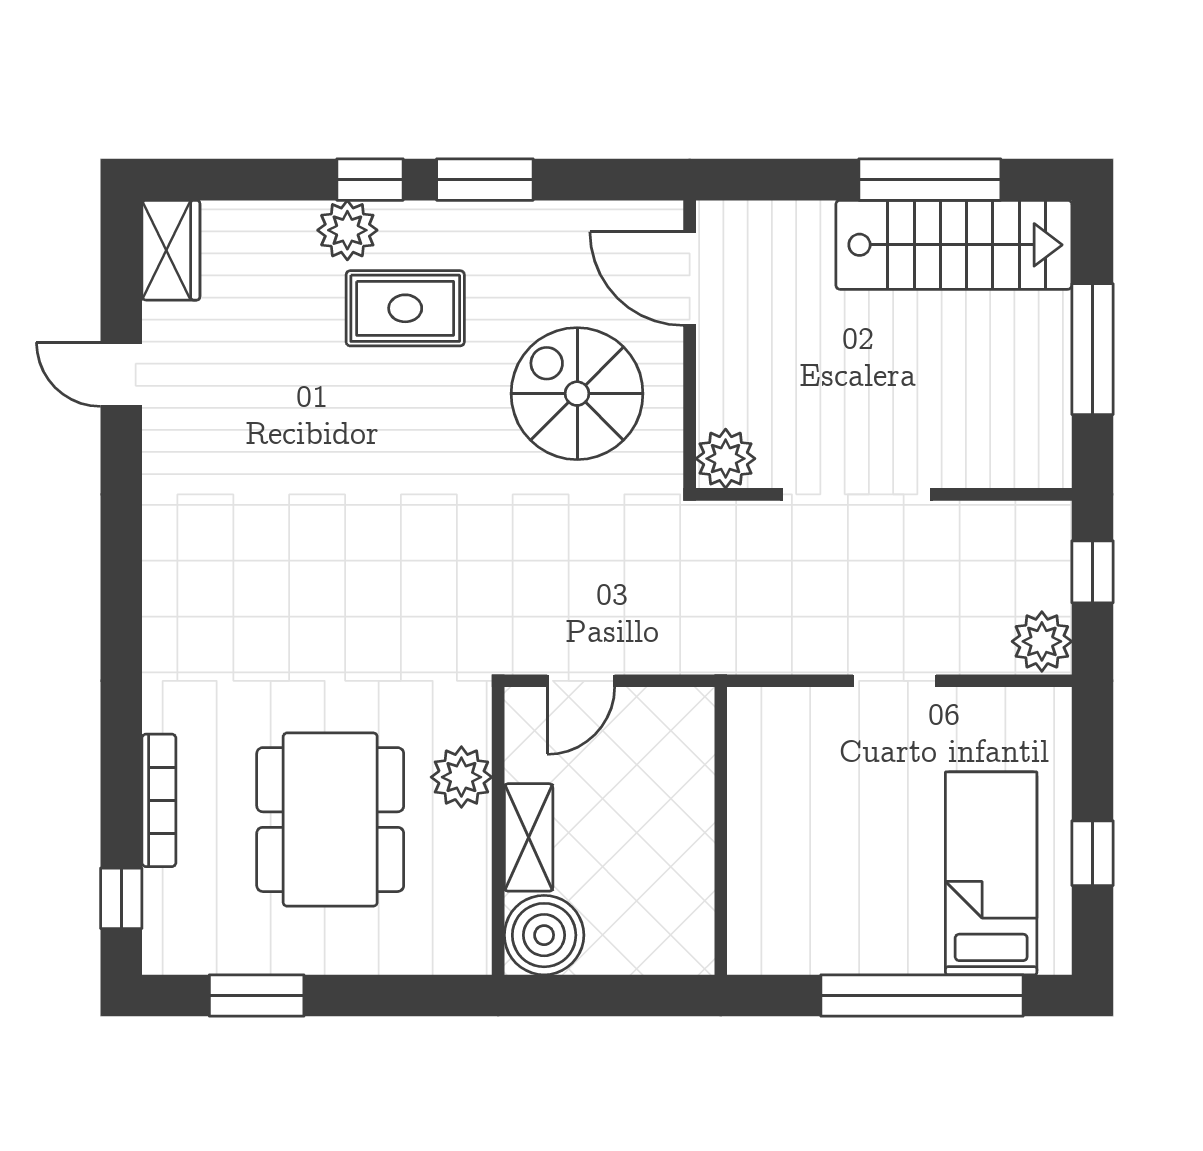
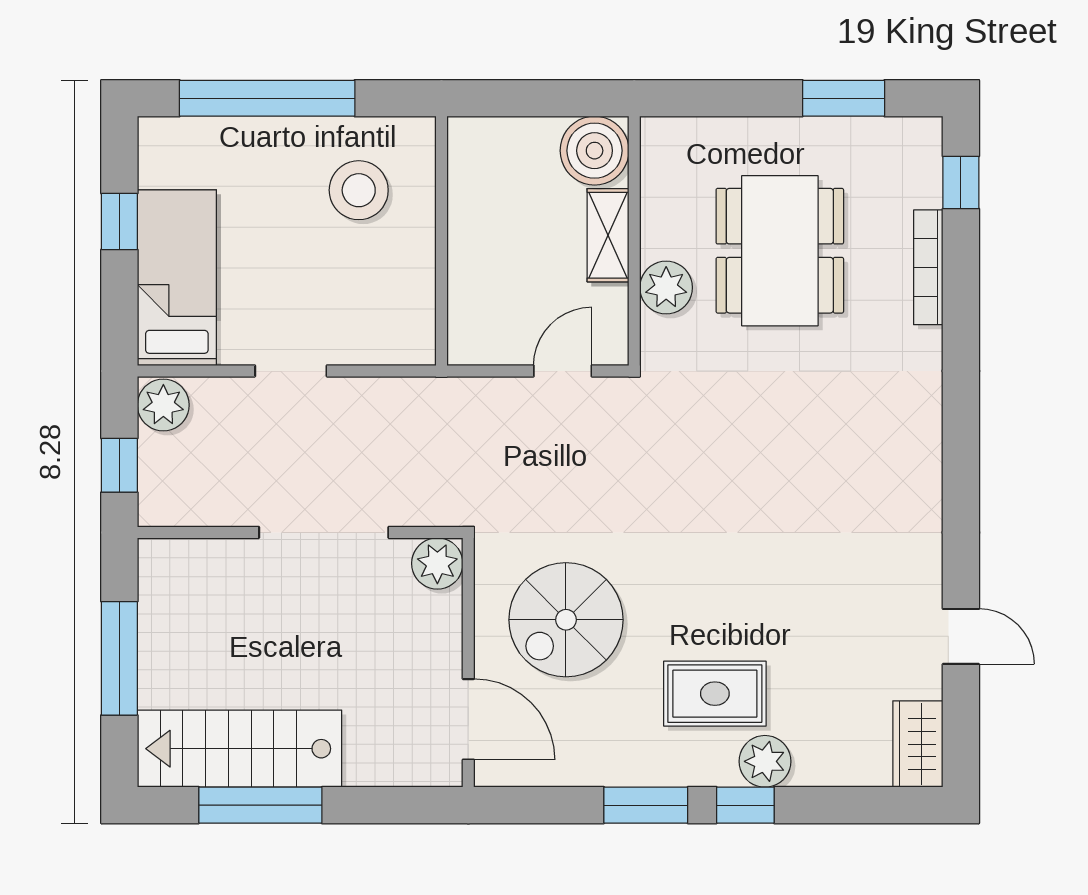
spiral stairs: (577, 394) -> (566, 620), turned 90
bed: (991, 873) -> (177, 278), moved, turned 180
stool: (816, 889) -> (359, 190), added

